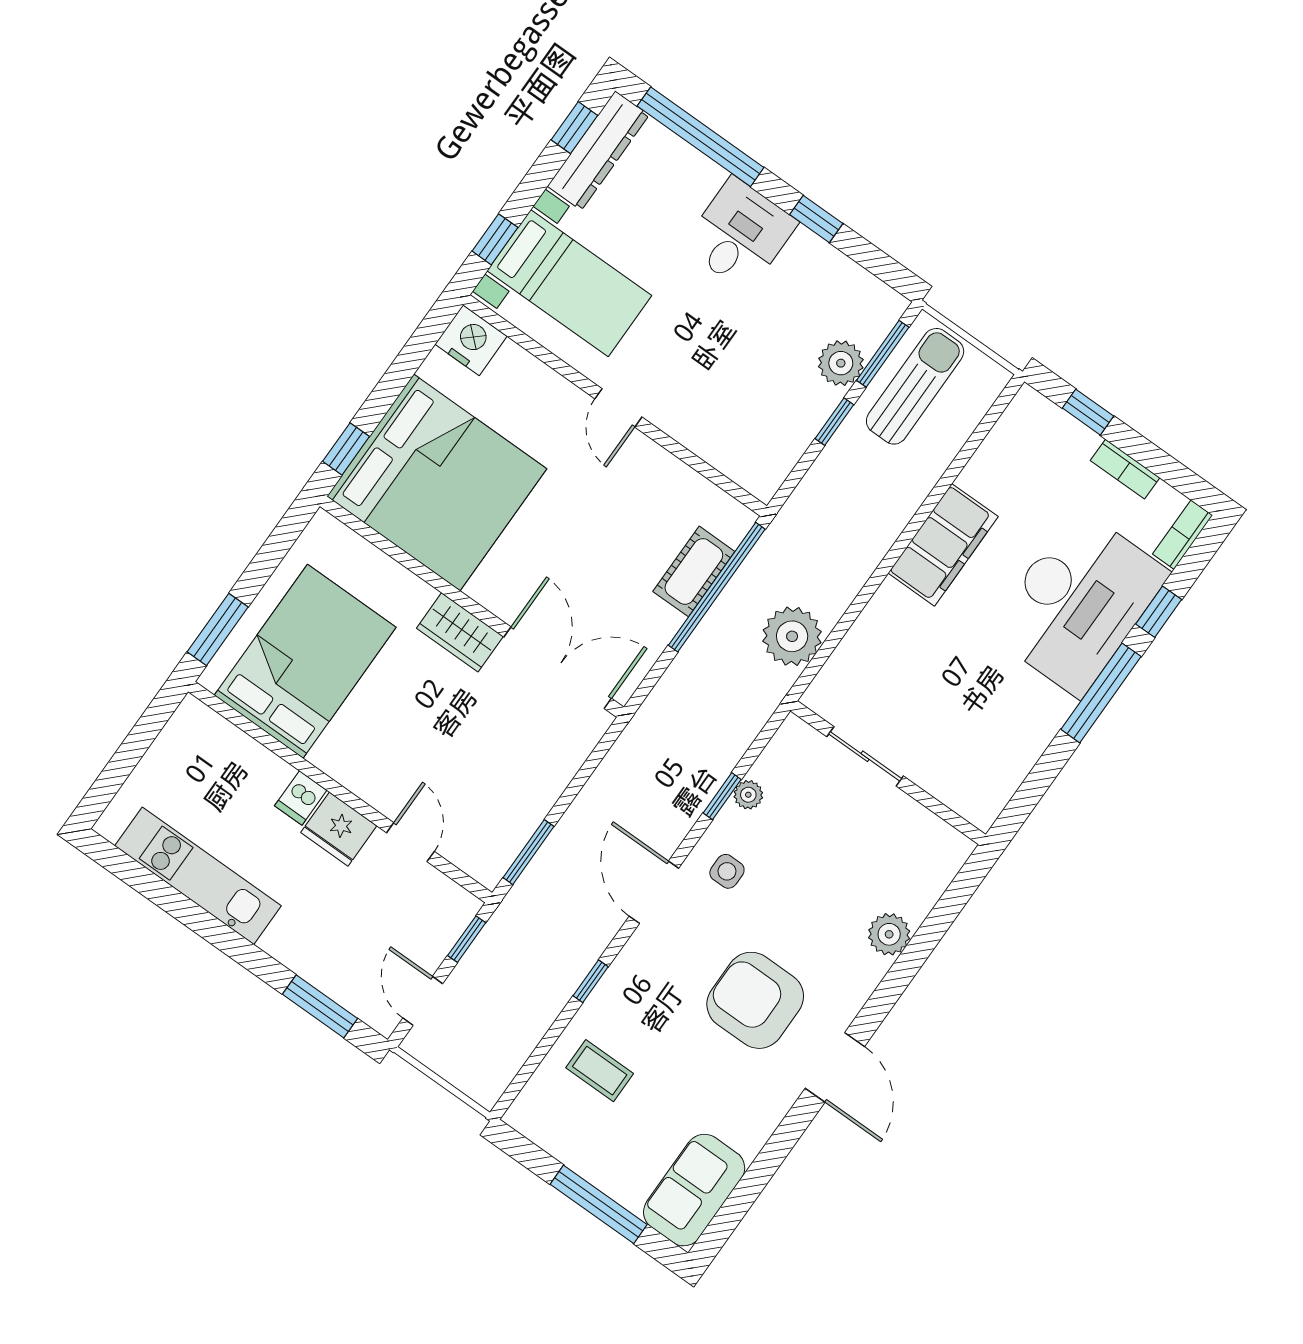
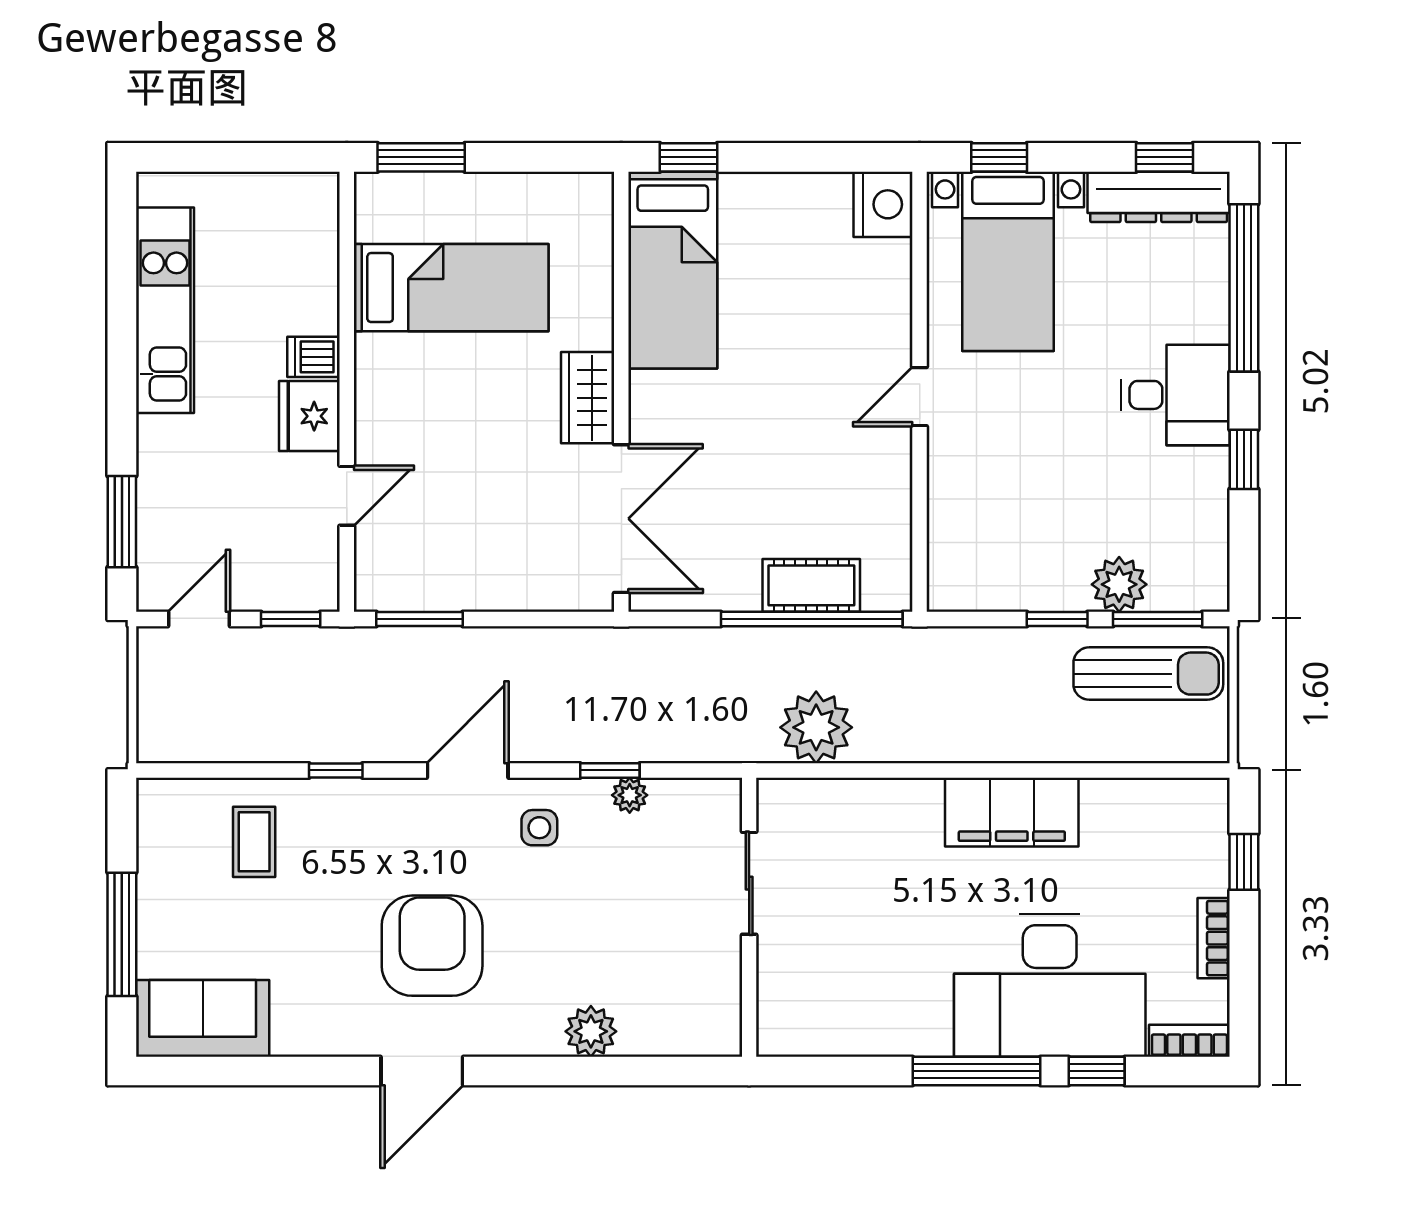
bed: (437, 482) -> (673, 270), width x0.49
bed: (305, 661) -> (451, 288), width x0.67

